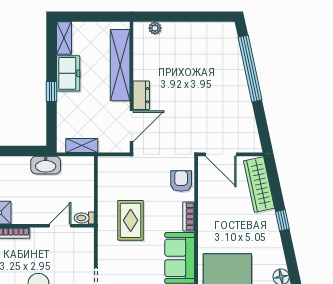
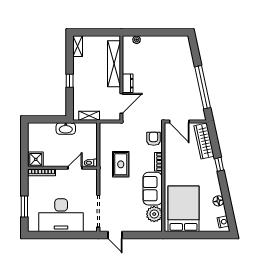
window: (250, 69) -> (203, 87), moved
freezer: (68, 73) -> (80, 69), removed

